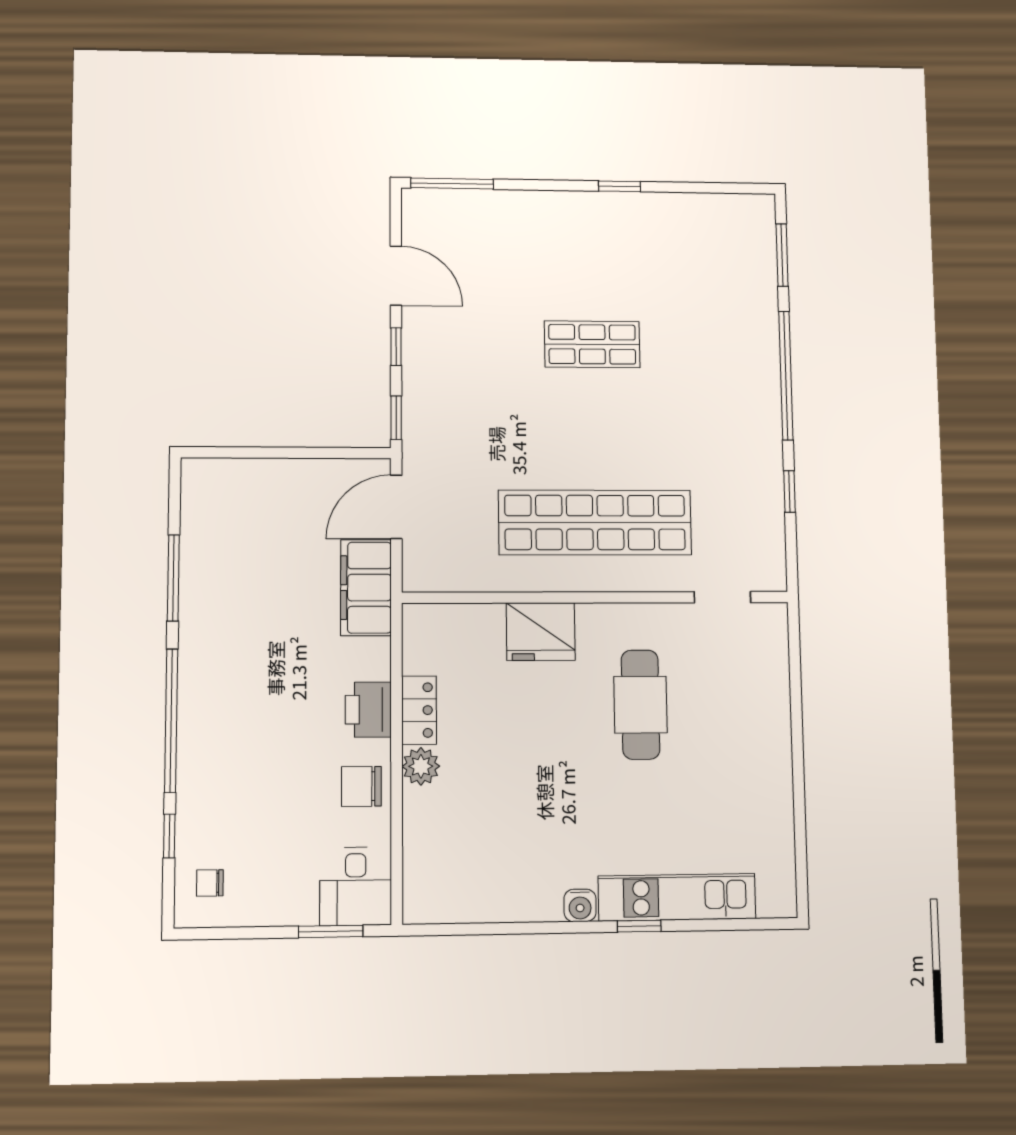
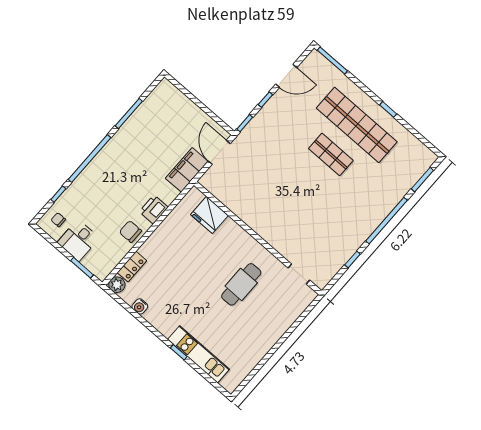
door: (396, 276) -> (286, 76), hinge flipped
door: (396, 507) -> (219, 152), hinge flipped
shop shelf: (595, 522) -> (357, 125), moved
fridge: (541, 632) -> (209, 215), moved
locker: (419, 710) -> (132, 267), moved
plant: (421, 766) -> (117, 285), moved
desk: (356, 886) -> (78, 240), moved
water cooler: (580, 905) -> (140, 306), moved

